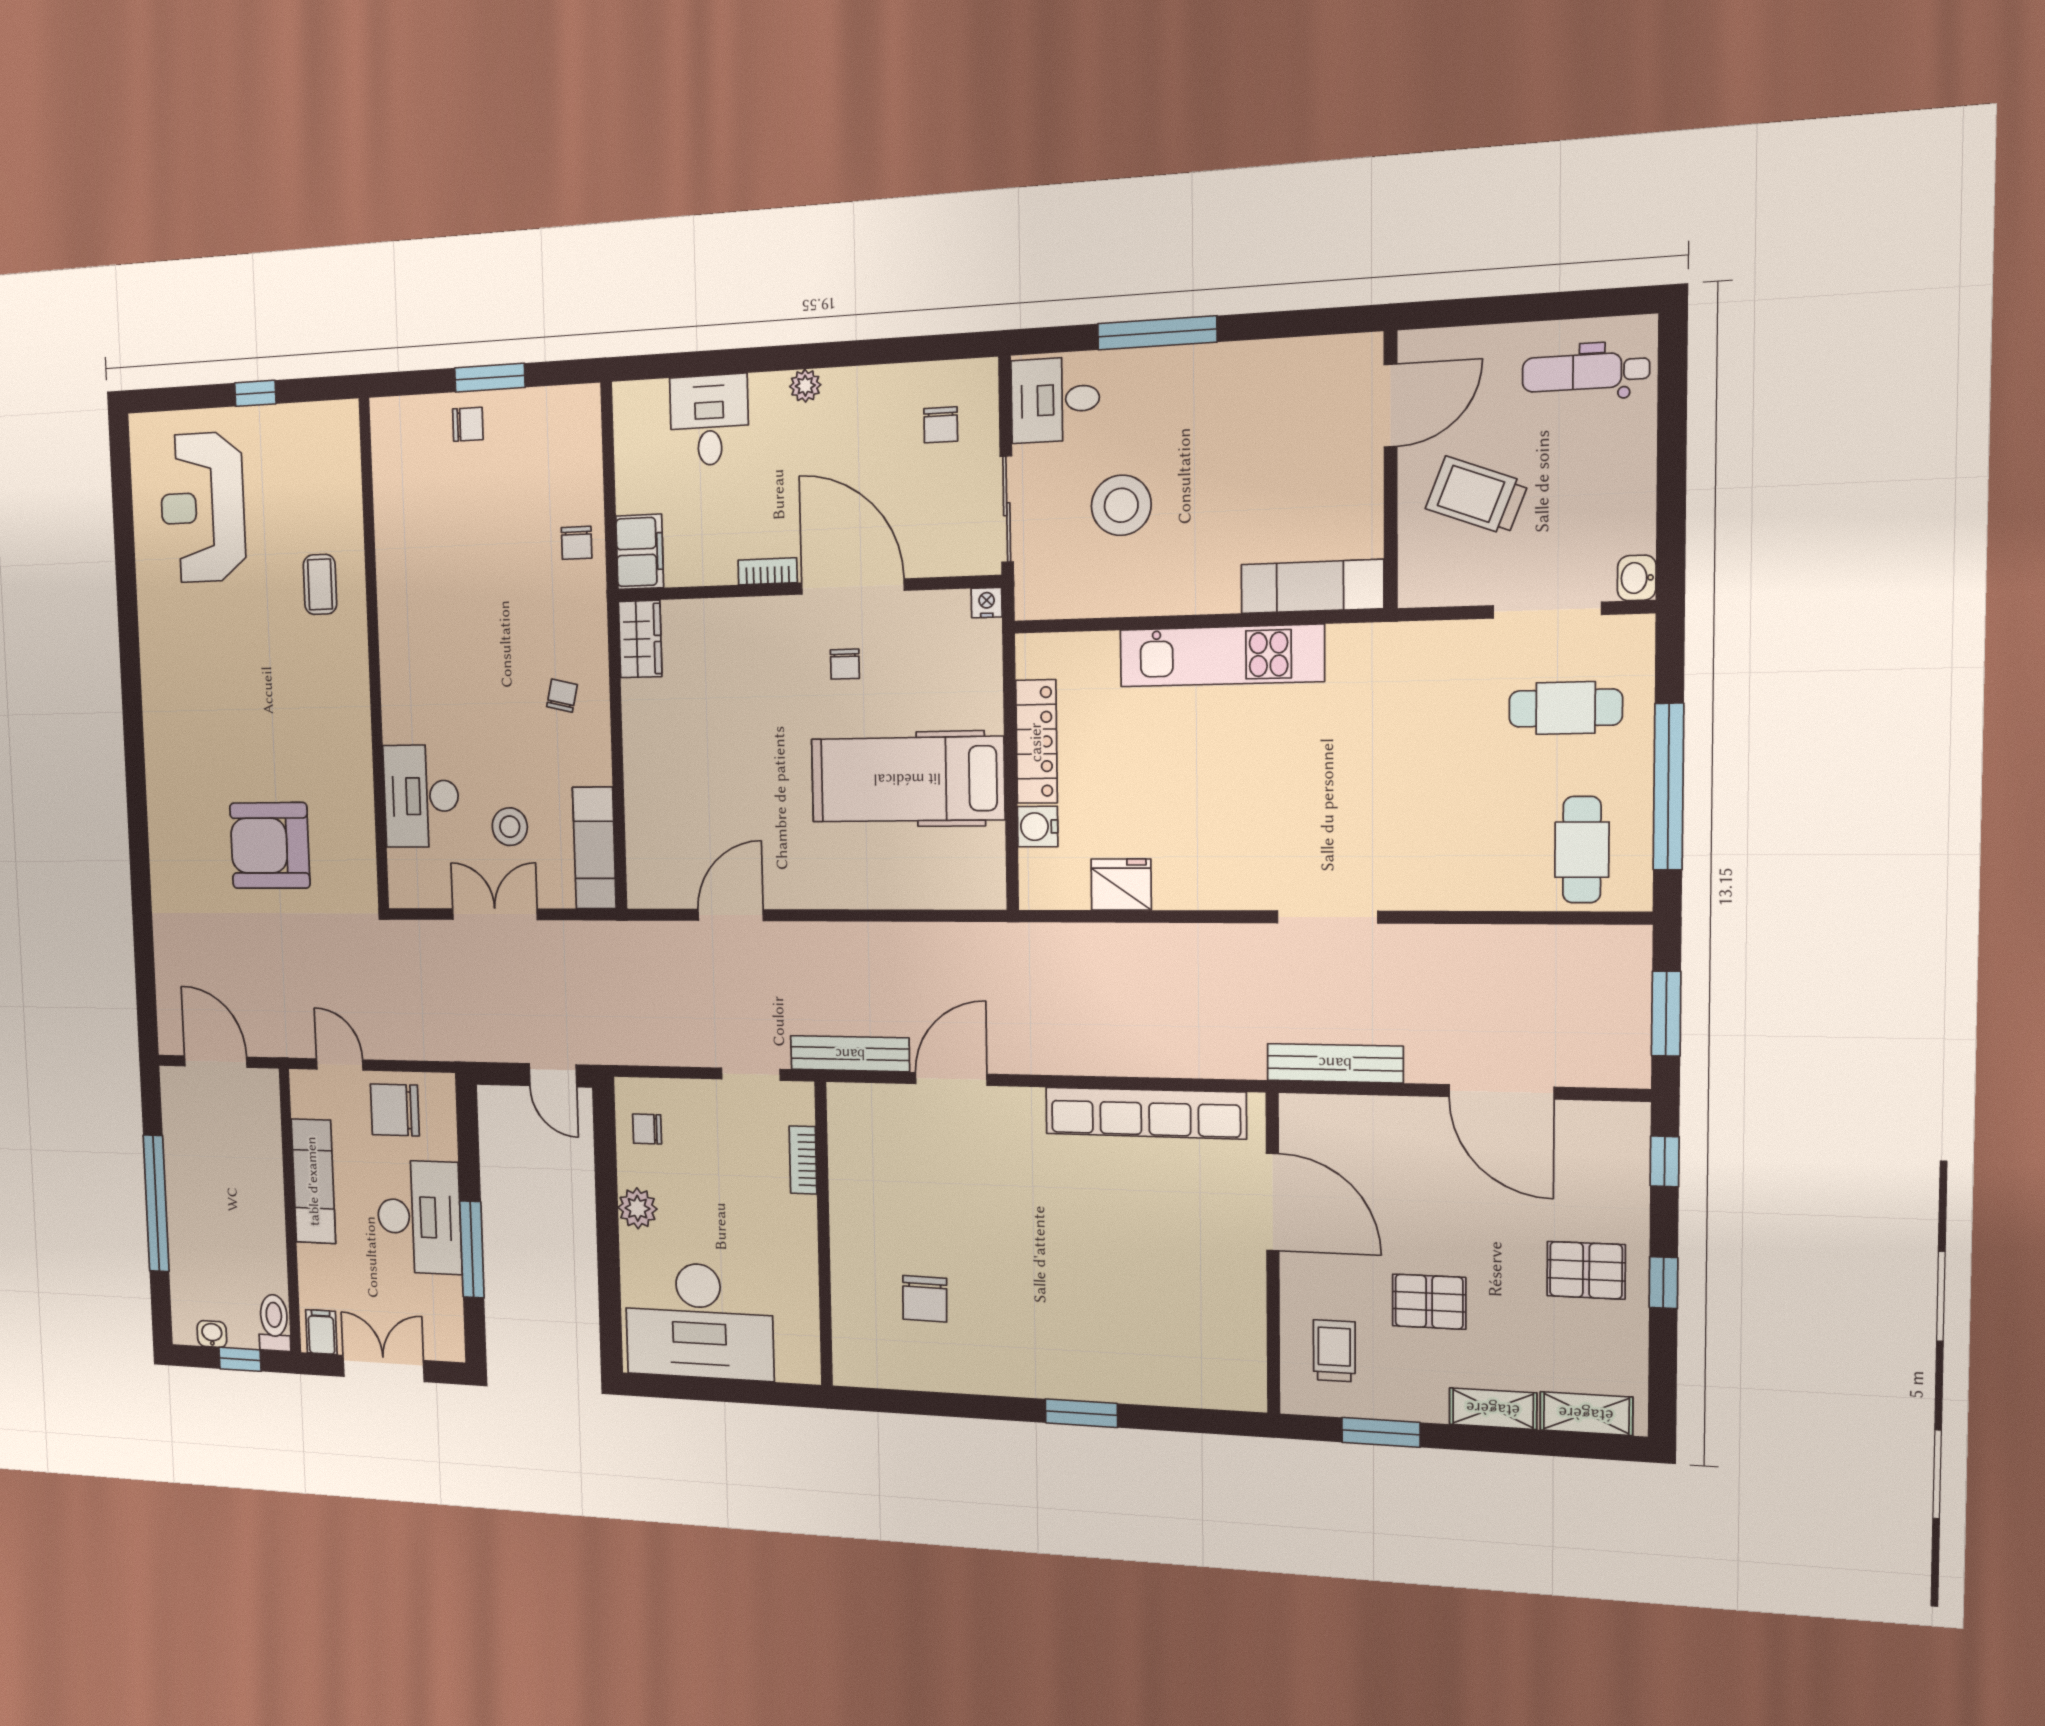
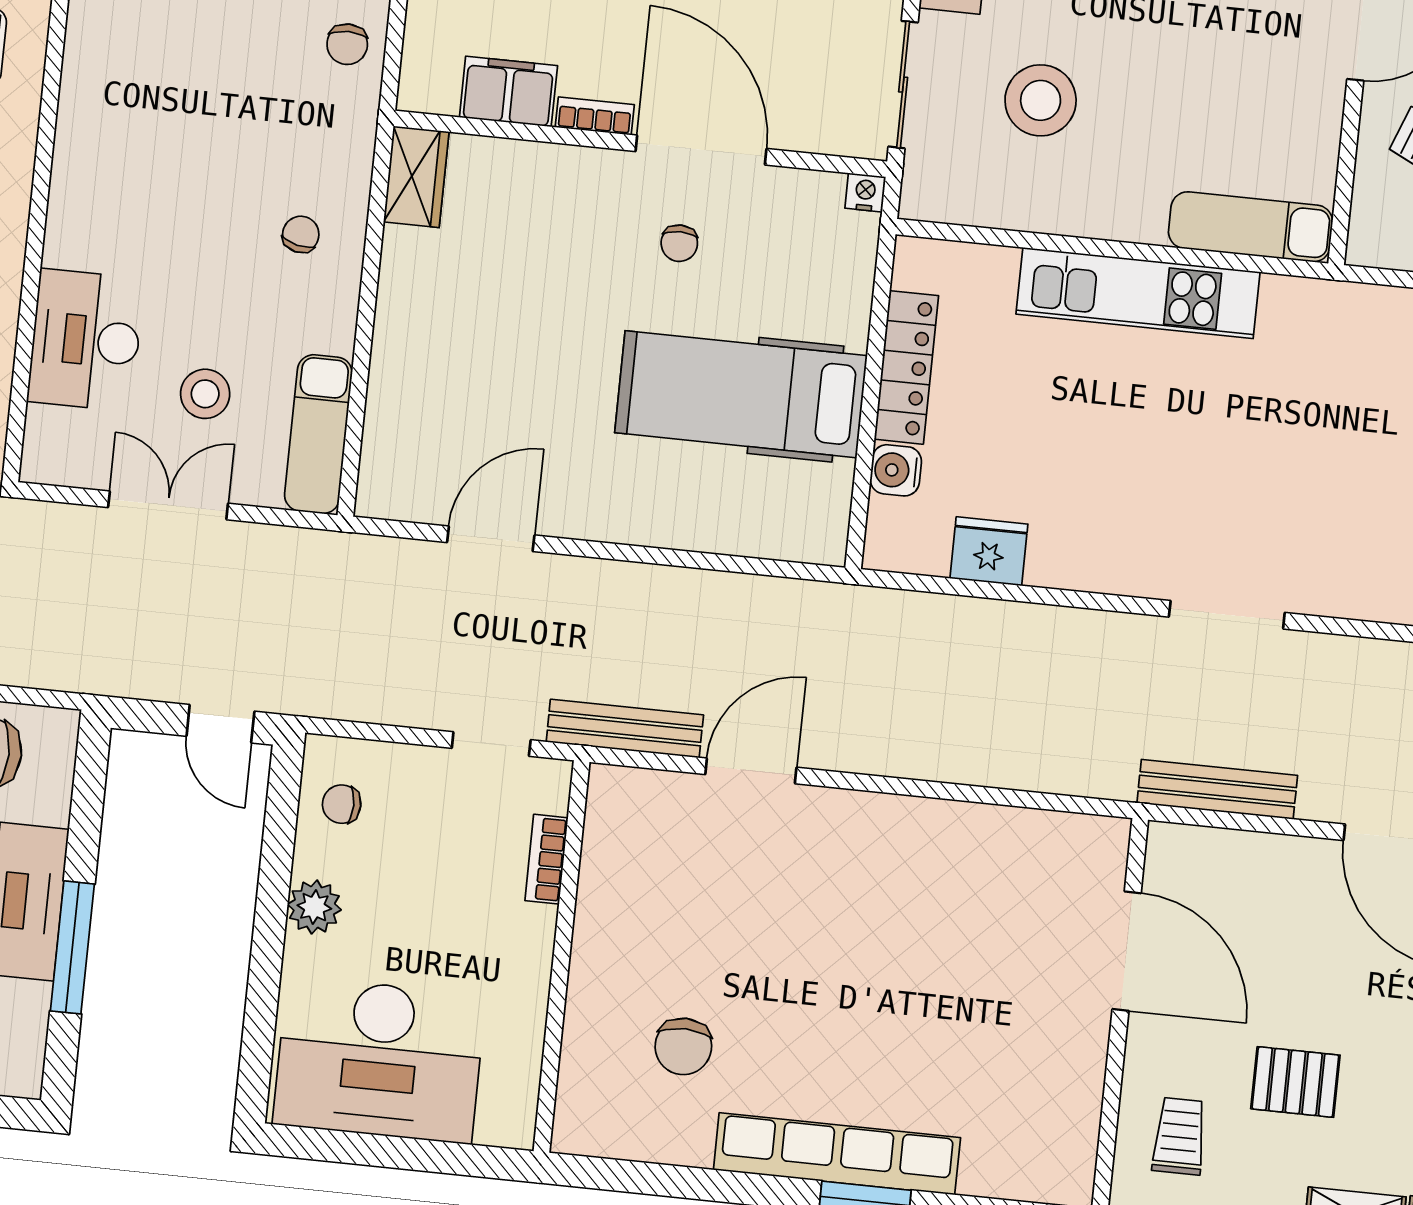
filing cabinet: (640, 552) -> (508, 91), moved, turned -90
row of seats: (1145, 1113) -> (837, 1154), moved, turned 180

